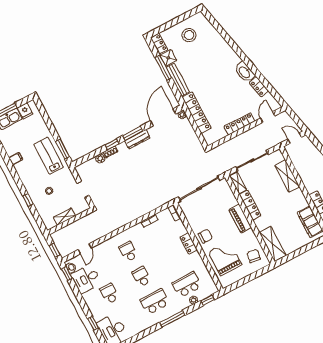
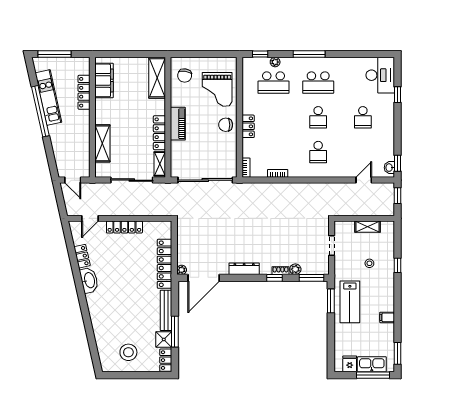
window: (133, 133) -> (311, 278), moved
desk: (86, 279) -> (379, 147), removed

